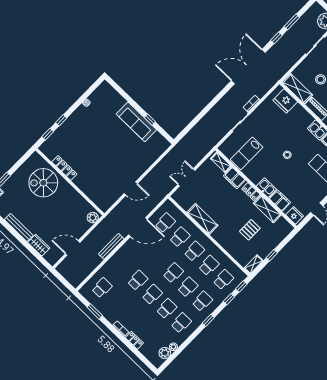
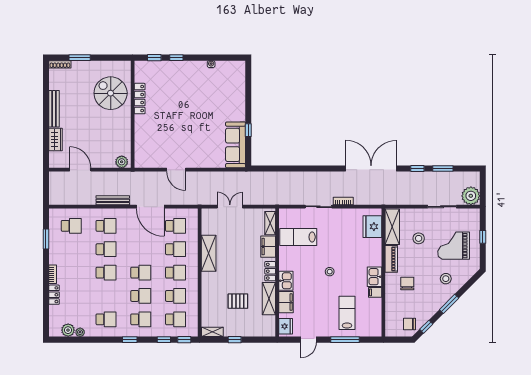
sofa: (136, 122) -> (236, 145), moved
school desk: (167, 309) -> (106, 226), moved

